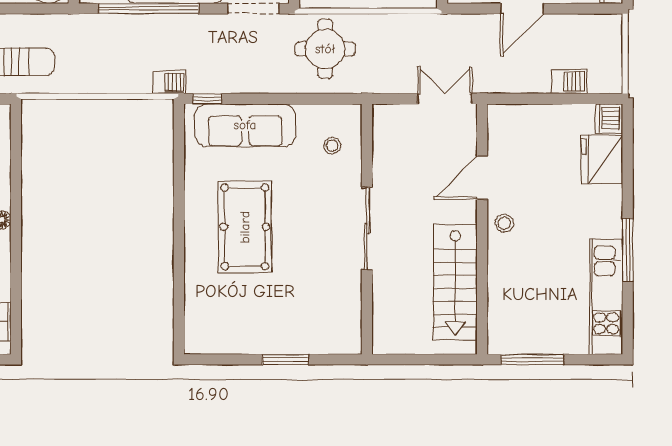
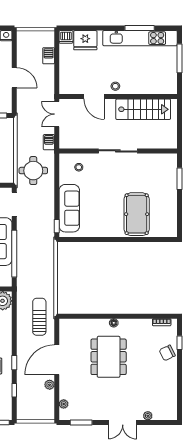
barbecue: (170, 82) -> (49, 142), moved
pool table: (245, 227) -> (137, 214), moved, turned 90
window: (628, 250) -> (140, 28), moved
kitchen unit: (606, 297) -> (140, 38), width x1.36
window: (285, 359) -> (180, 179), moved
window: (532, 359) -> (180, 58), moved

